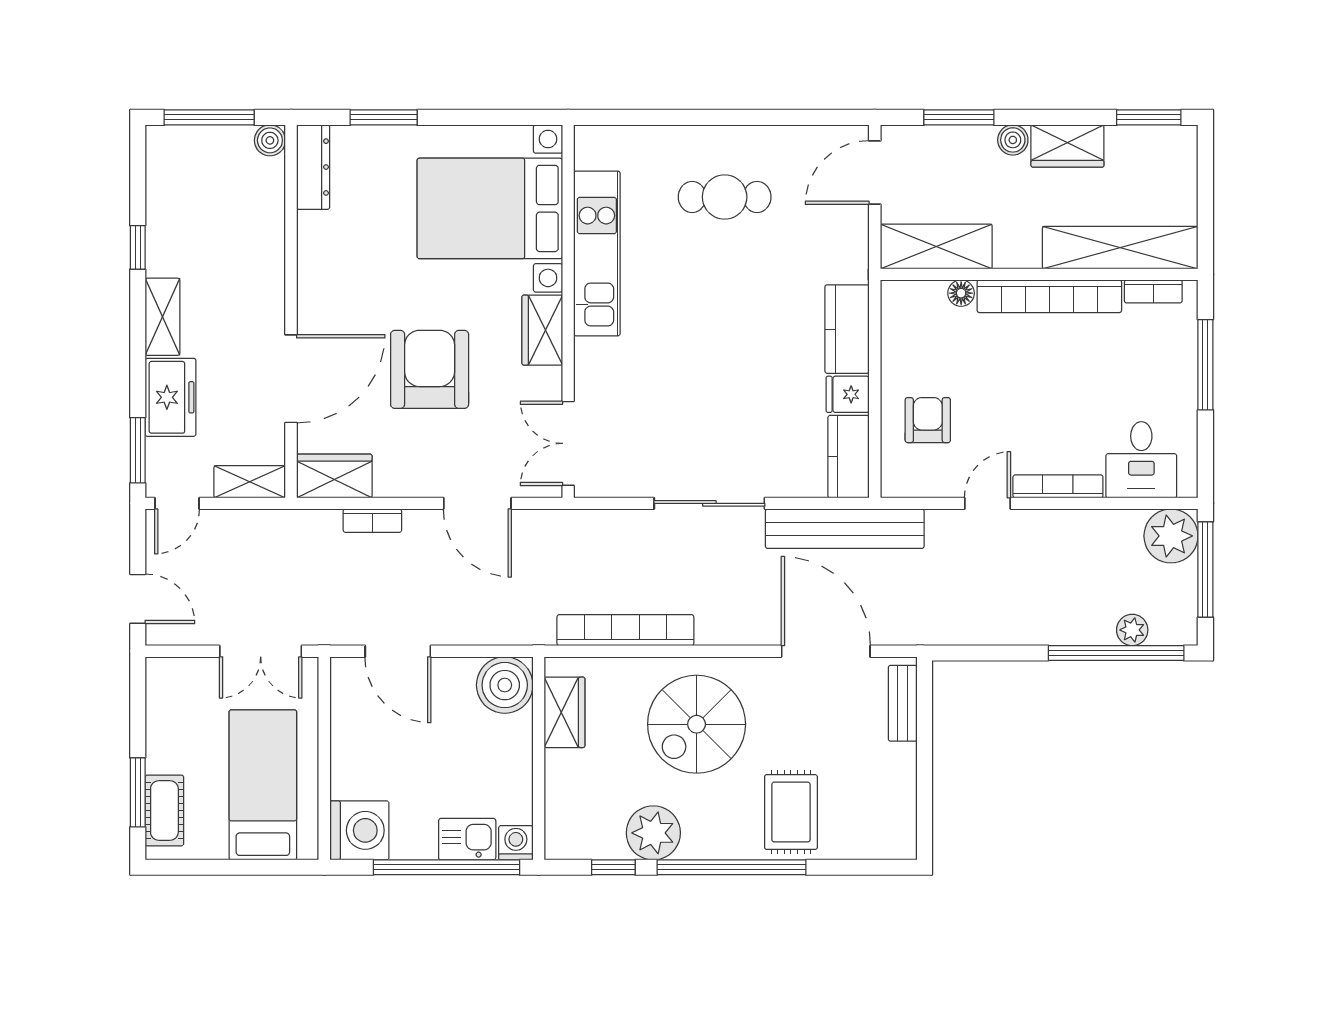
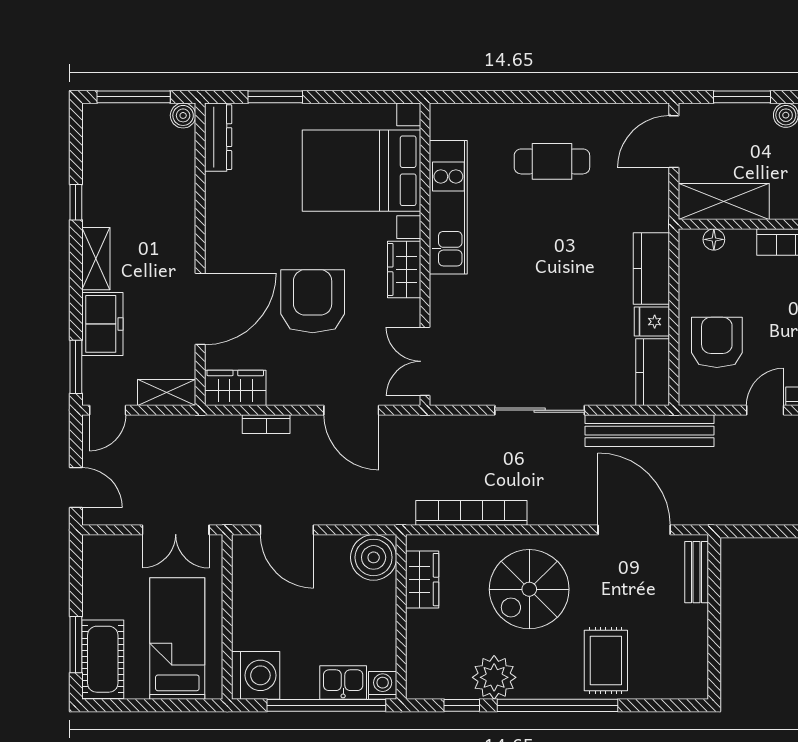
floor lamp: (961, 293) -> (714, 239), moved
armchair: (928, 420) -> (717, 342), width x1.38, depth x1.38
cot: (164, 810) -> (103, 659), width x1.37, depth x1.34

